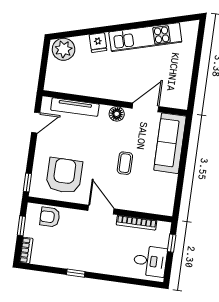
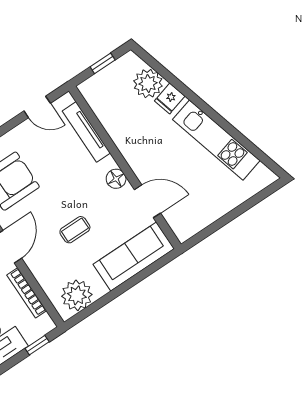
plant: (64, 49) -> (148, 83), moved
window: (44, 63) -> (103, 63), added
plant: (163, 195) -> (77, 295), added

